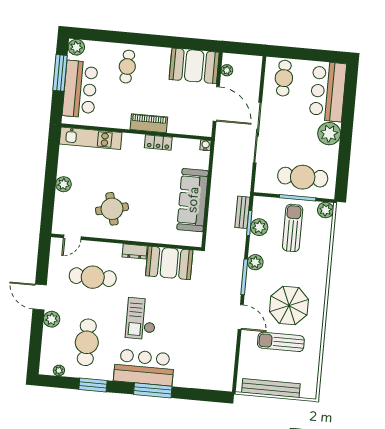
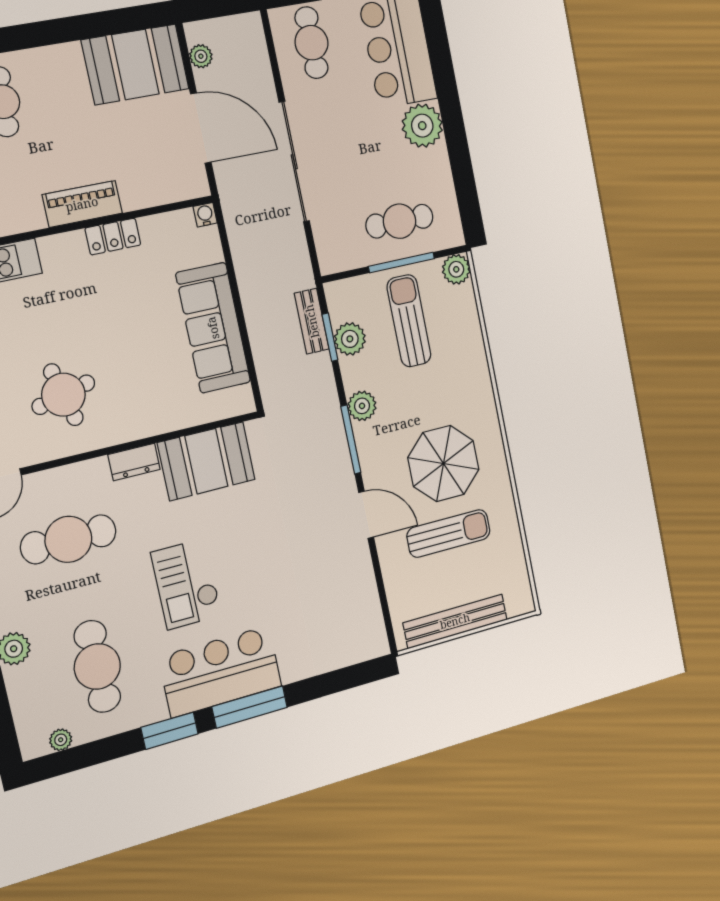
cafe table: (303, 177) -> (399, 221), width x0.73, depth x0.74
sun lounger: (281, 342) -> (449, 533), turned 180
window: (93, 385) -> (170, 731), moved

